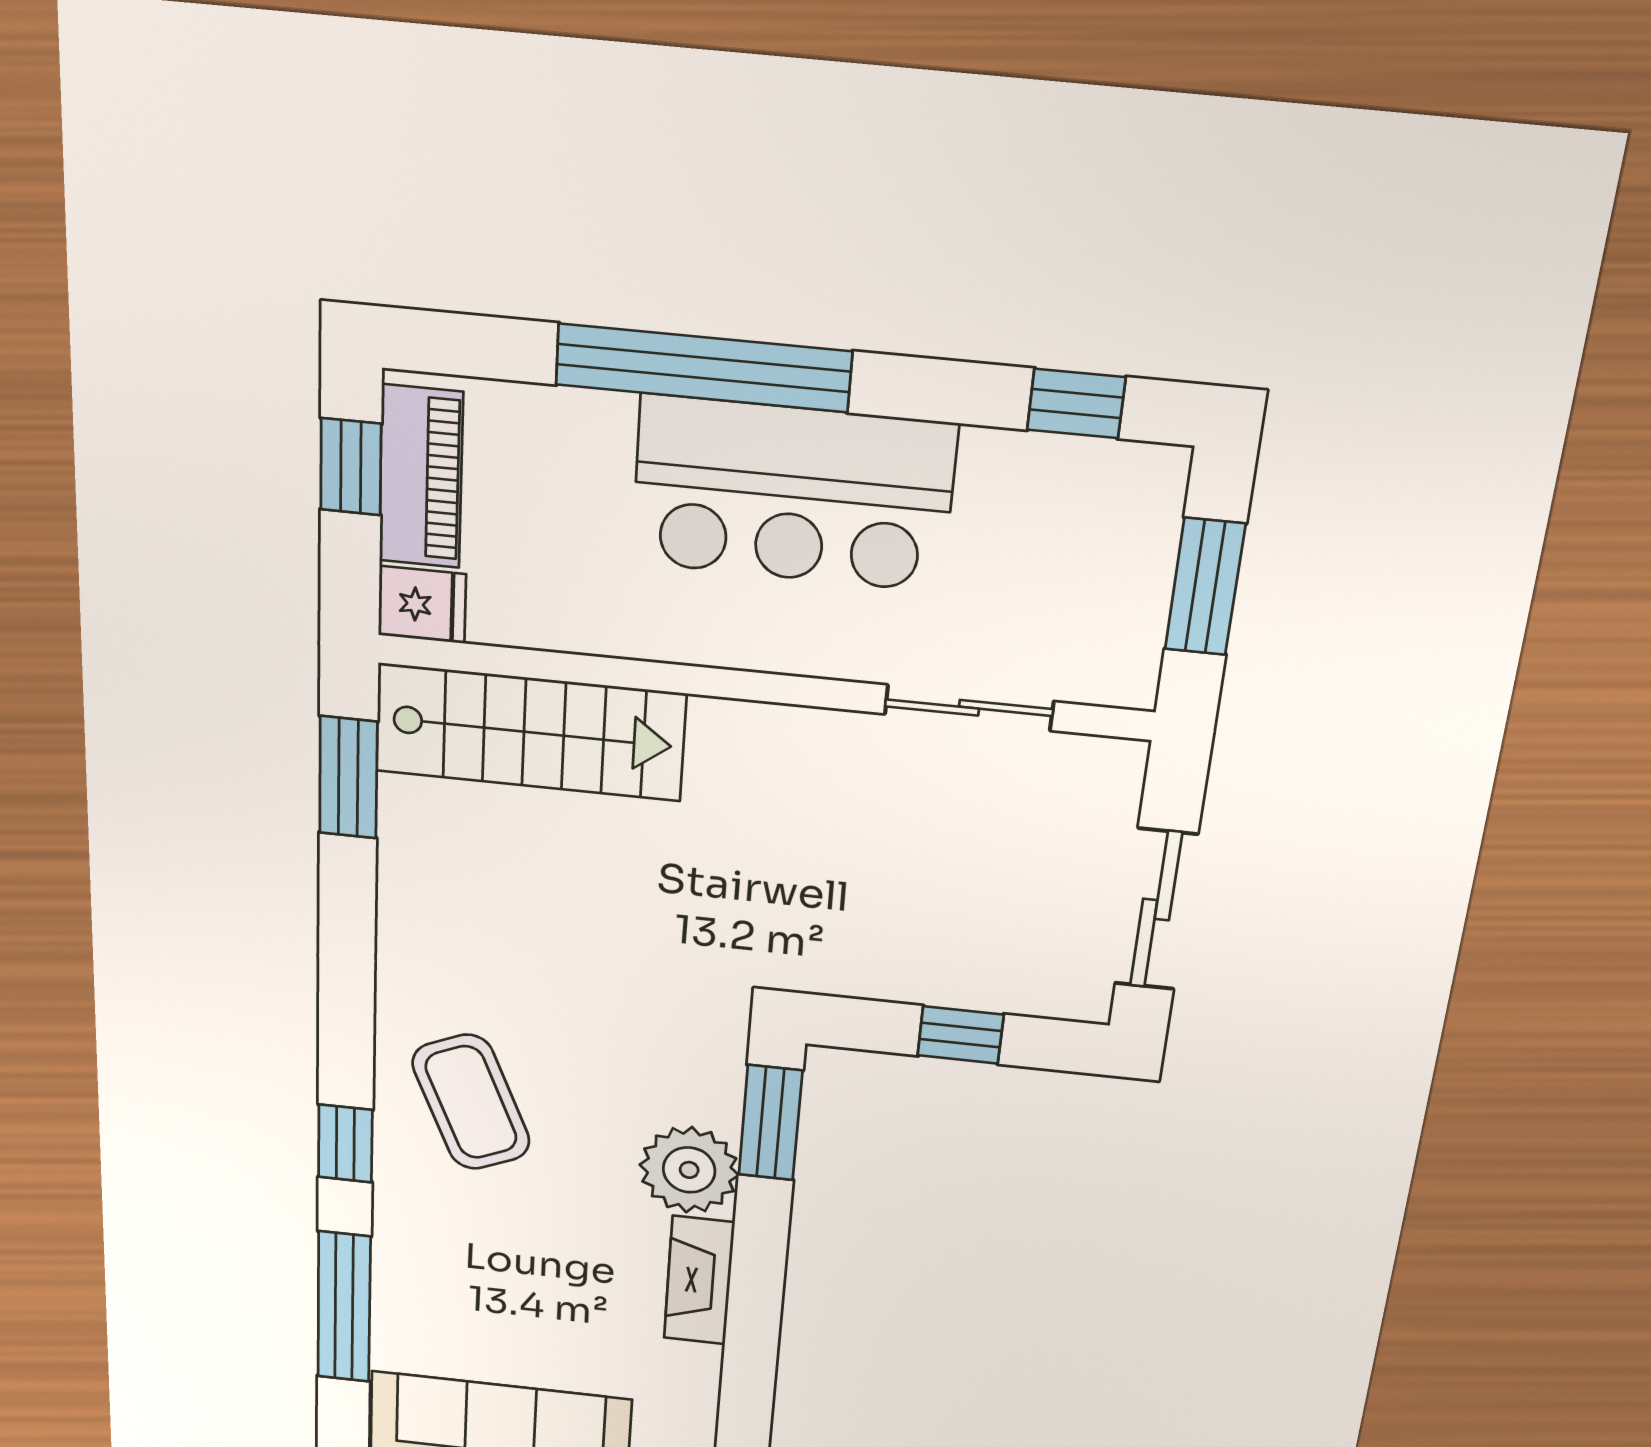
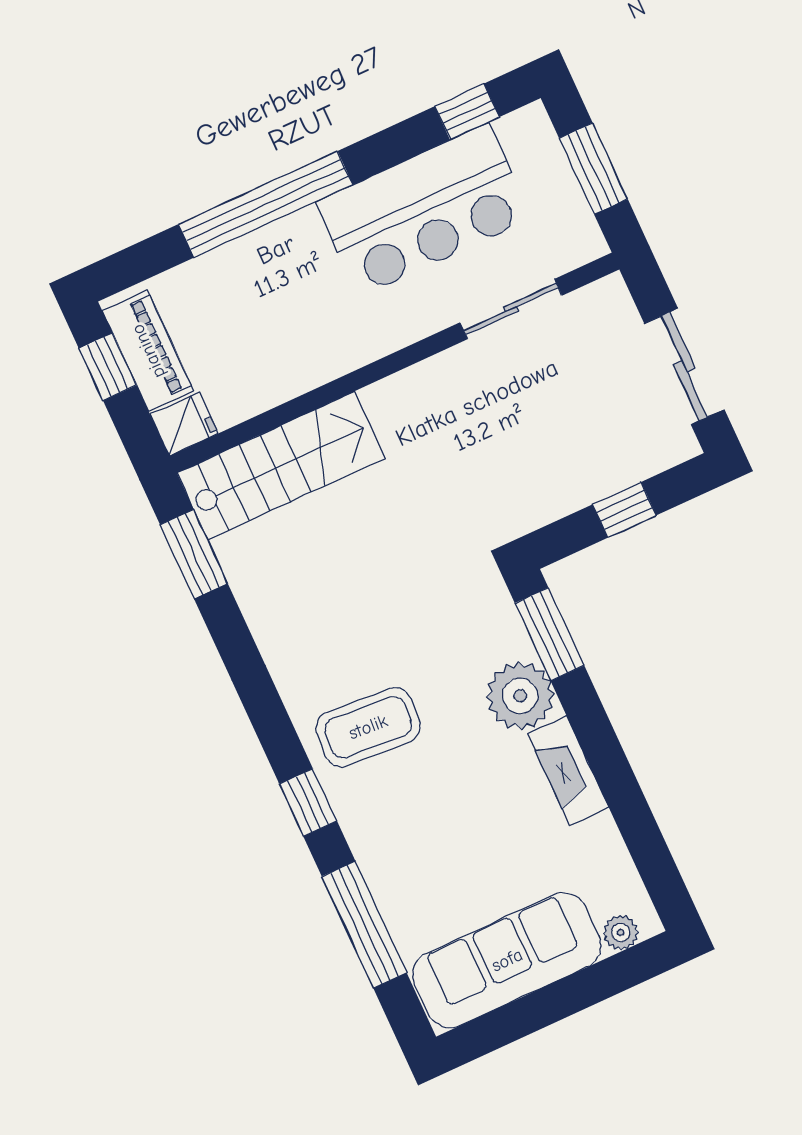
bar counter: (793, 494) -> (424, 210), moved
coffee table: (471, 1102) -> (368, 727), turned -63

